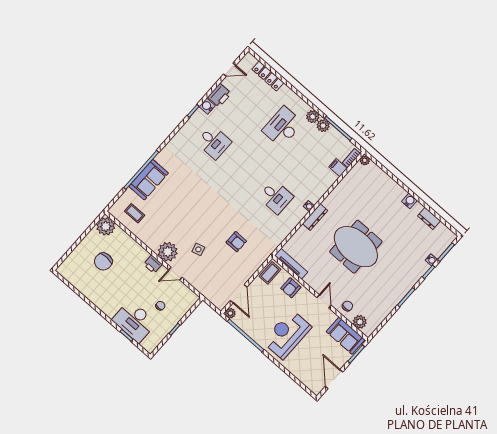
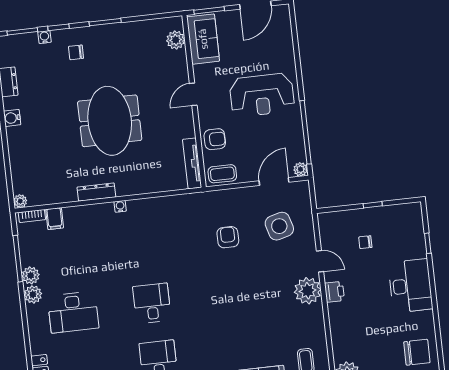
desk: (276, 197) -> (152, 303), moved
dresser: (315, 217) -> (96, 192), moved
side table: (198, 249) -> (279, 226), moved, width x1.87, depth x1.87
chair: (103, 261) -> (417, 352), moved
chair: (347, 306) -> (76, 52), moved
desk: (134, 321) -> (410, 286), moved

